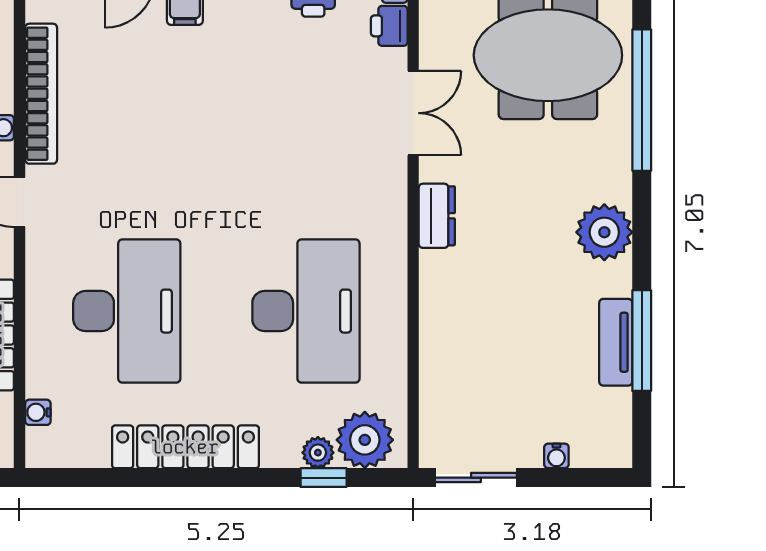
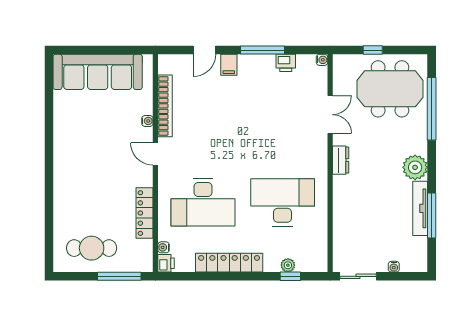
printer: (389, 26) -> (166, 263), moved, turned 180
desk: (127, 311) -> (203, 202), turned 90
desk: (306, 311) -> (283, 202), turned -90
tv unit: (616, 342) -> (420, 208), width x1.41
plant: (365, 440) -> (309, 260), removed

